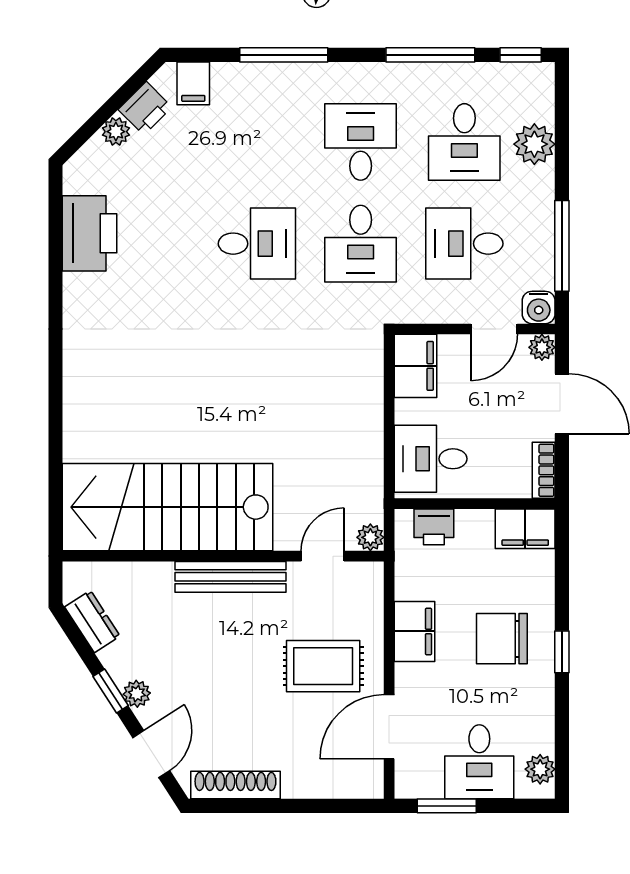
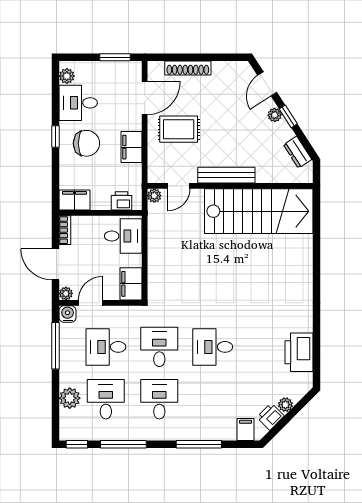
desk: (361, 142) -> (159, 399), turned 180
desk: (464, 244) -> (106, 347), turned 180
desk: (479, 762) -> (78, 103), moved, turned -90
shoe rack: (235, 785) -> (188, 68), moved

